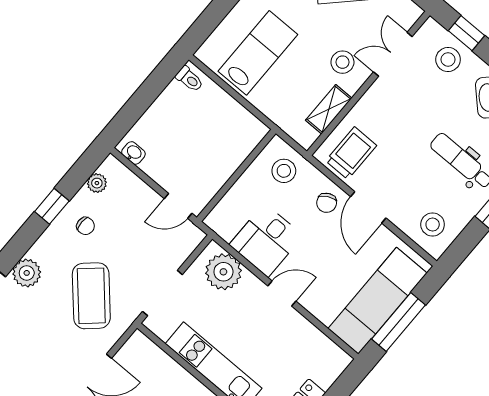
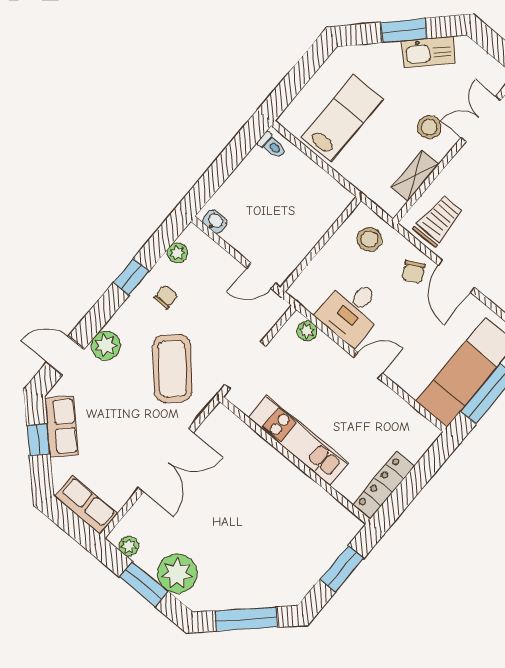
chair: (86, 226) -> (166, 297), turned -90
plant: (223, 272) -> (307, 331), width x0.53, depth x0.53

